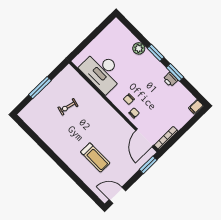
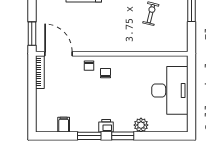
desk: (102, 71) -> (170, 90), moved, turned 90
printer: (170, 80) -> (106, 126), moved
filing cabinet: (196, 107) -> (64, 125), moved

